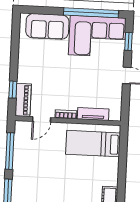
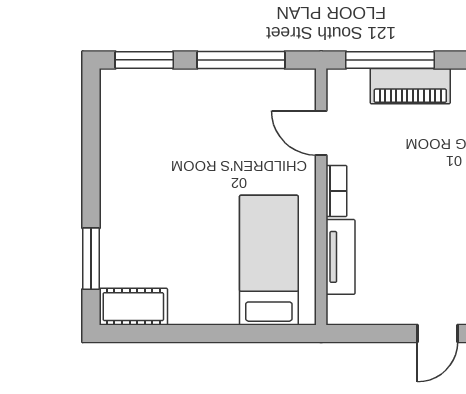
window: (13, 90) -> (390, 60), width x2.17
piano: (23, 100) -> (410, 86), moved

